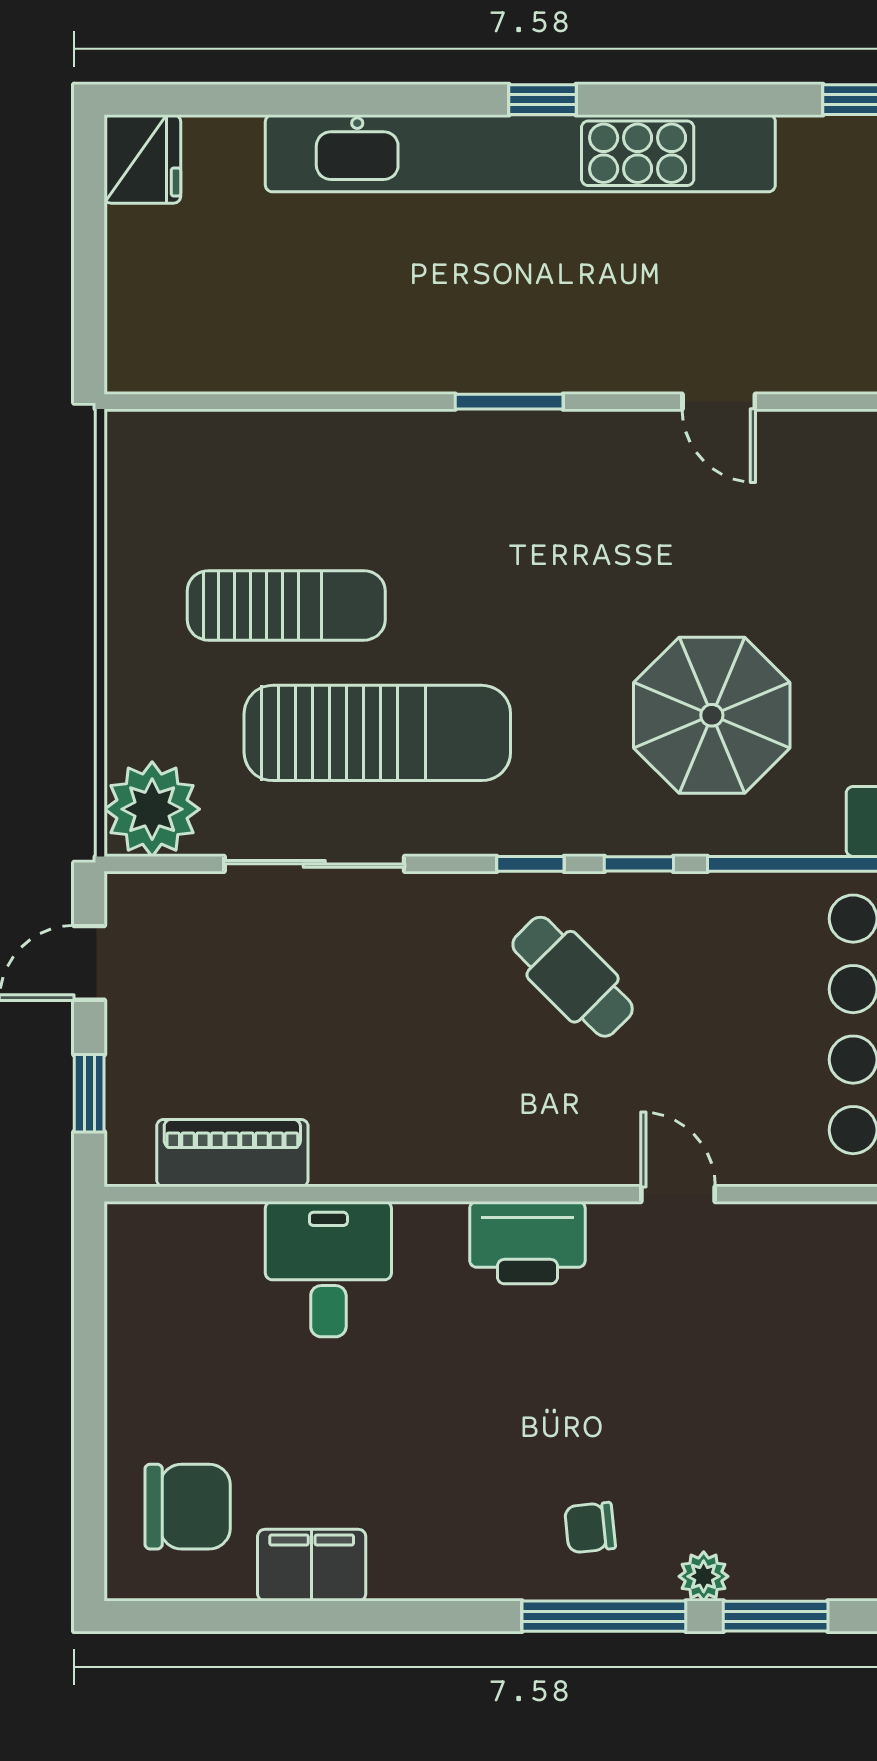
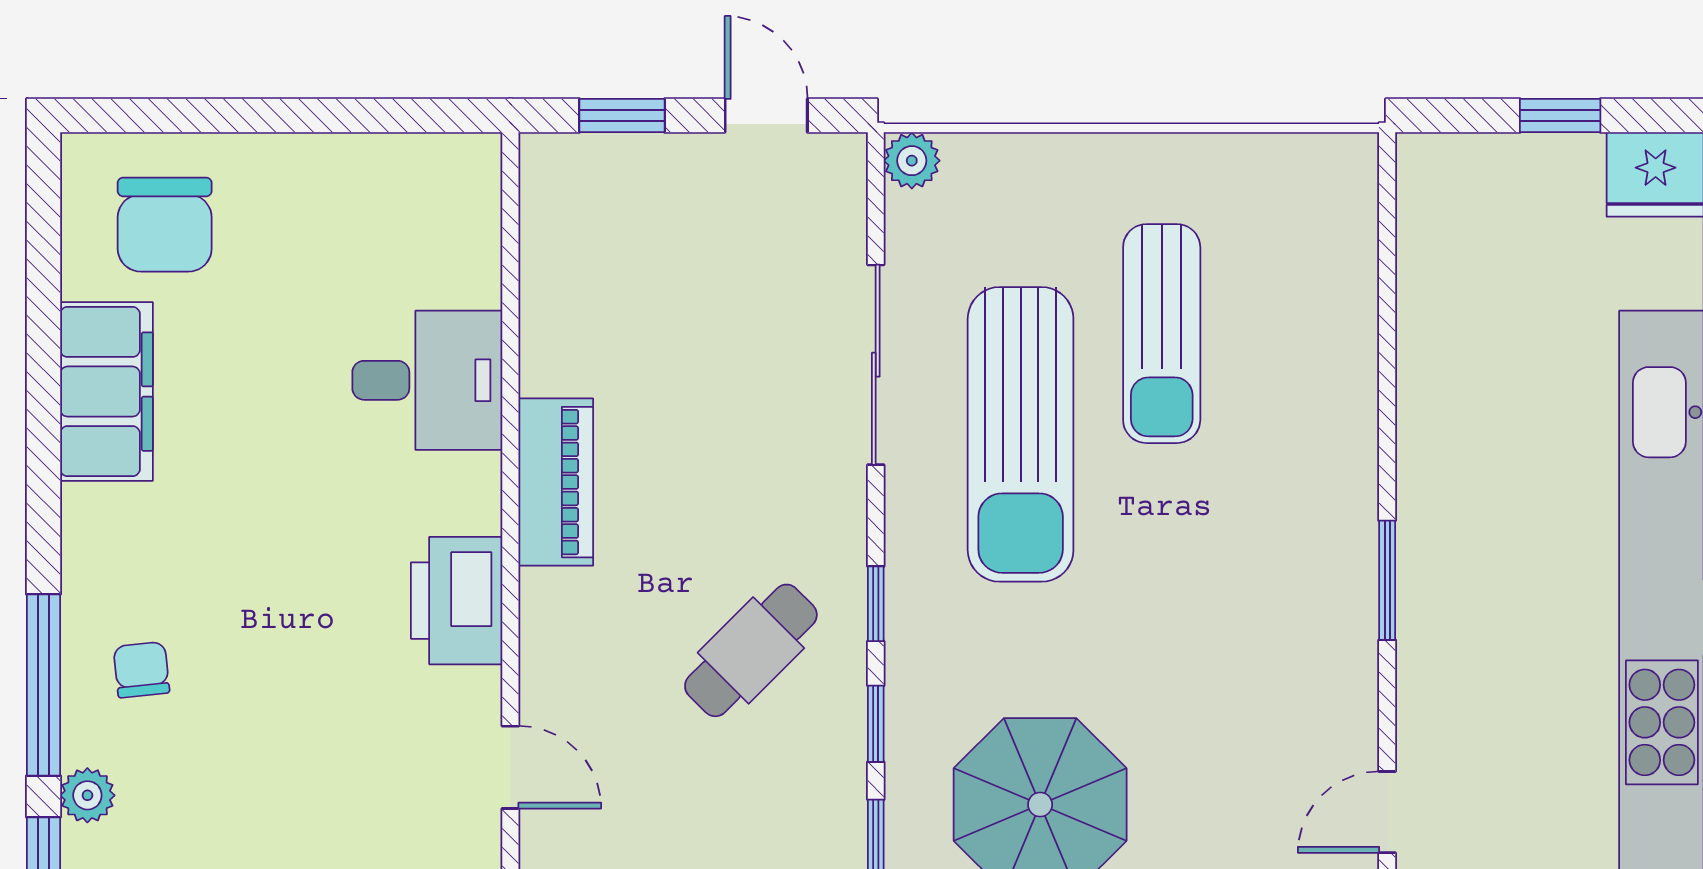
window: (89, 245) -> (1560, 116), added
plant: (152, 809) -> (912, 161), width x0.53, depth x0.53
piano: (232, 1153) -> (556, 482), moved
door: (678, 1194) -> (510, 767), hinge flipped
filing cabinet: (312, 1565) -> (106, 392), width x1.50, depth x1.17

